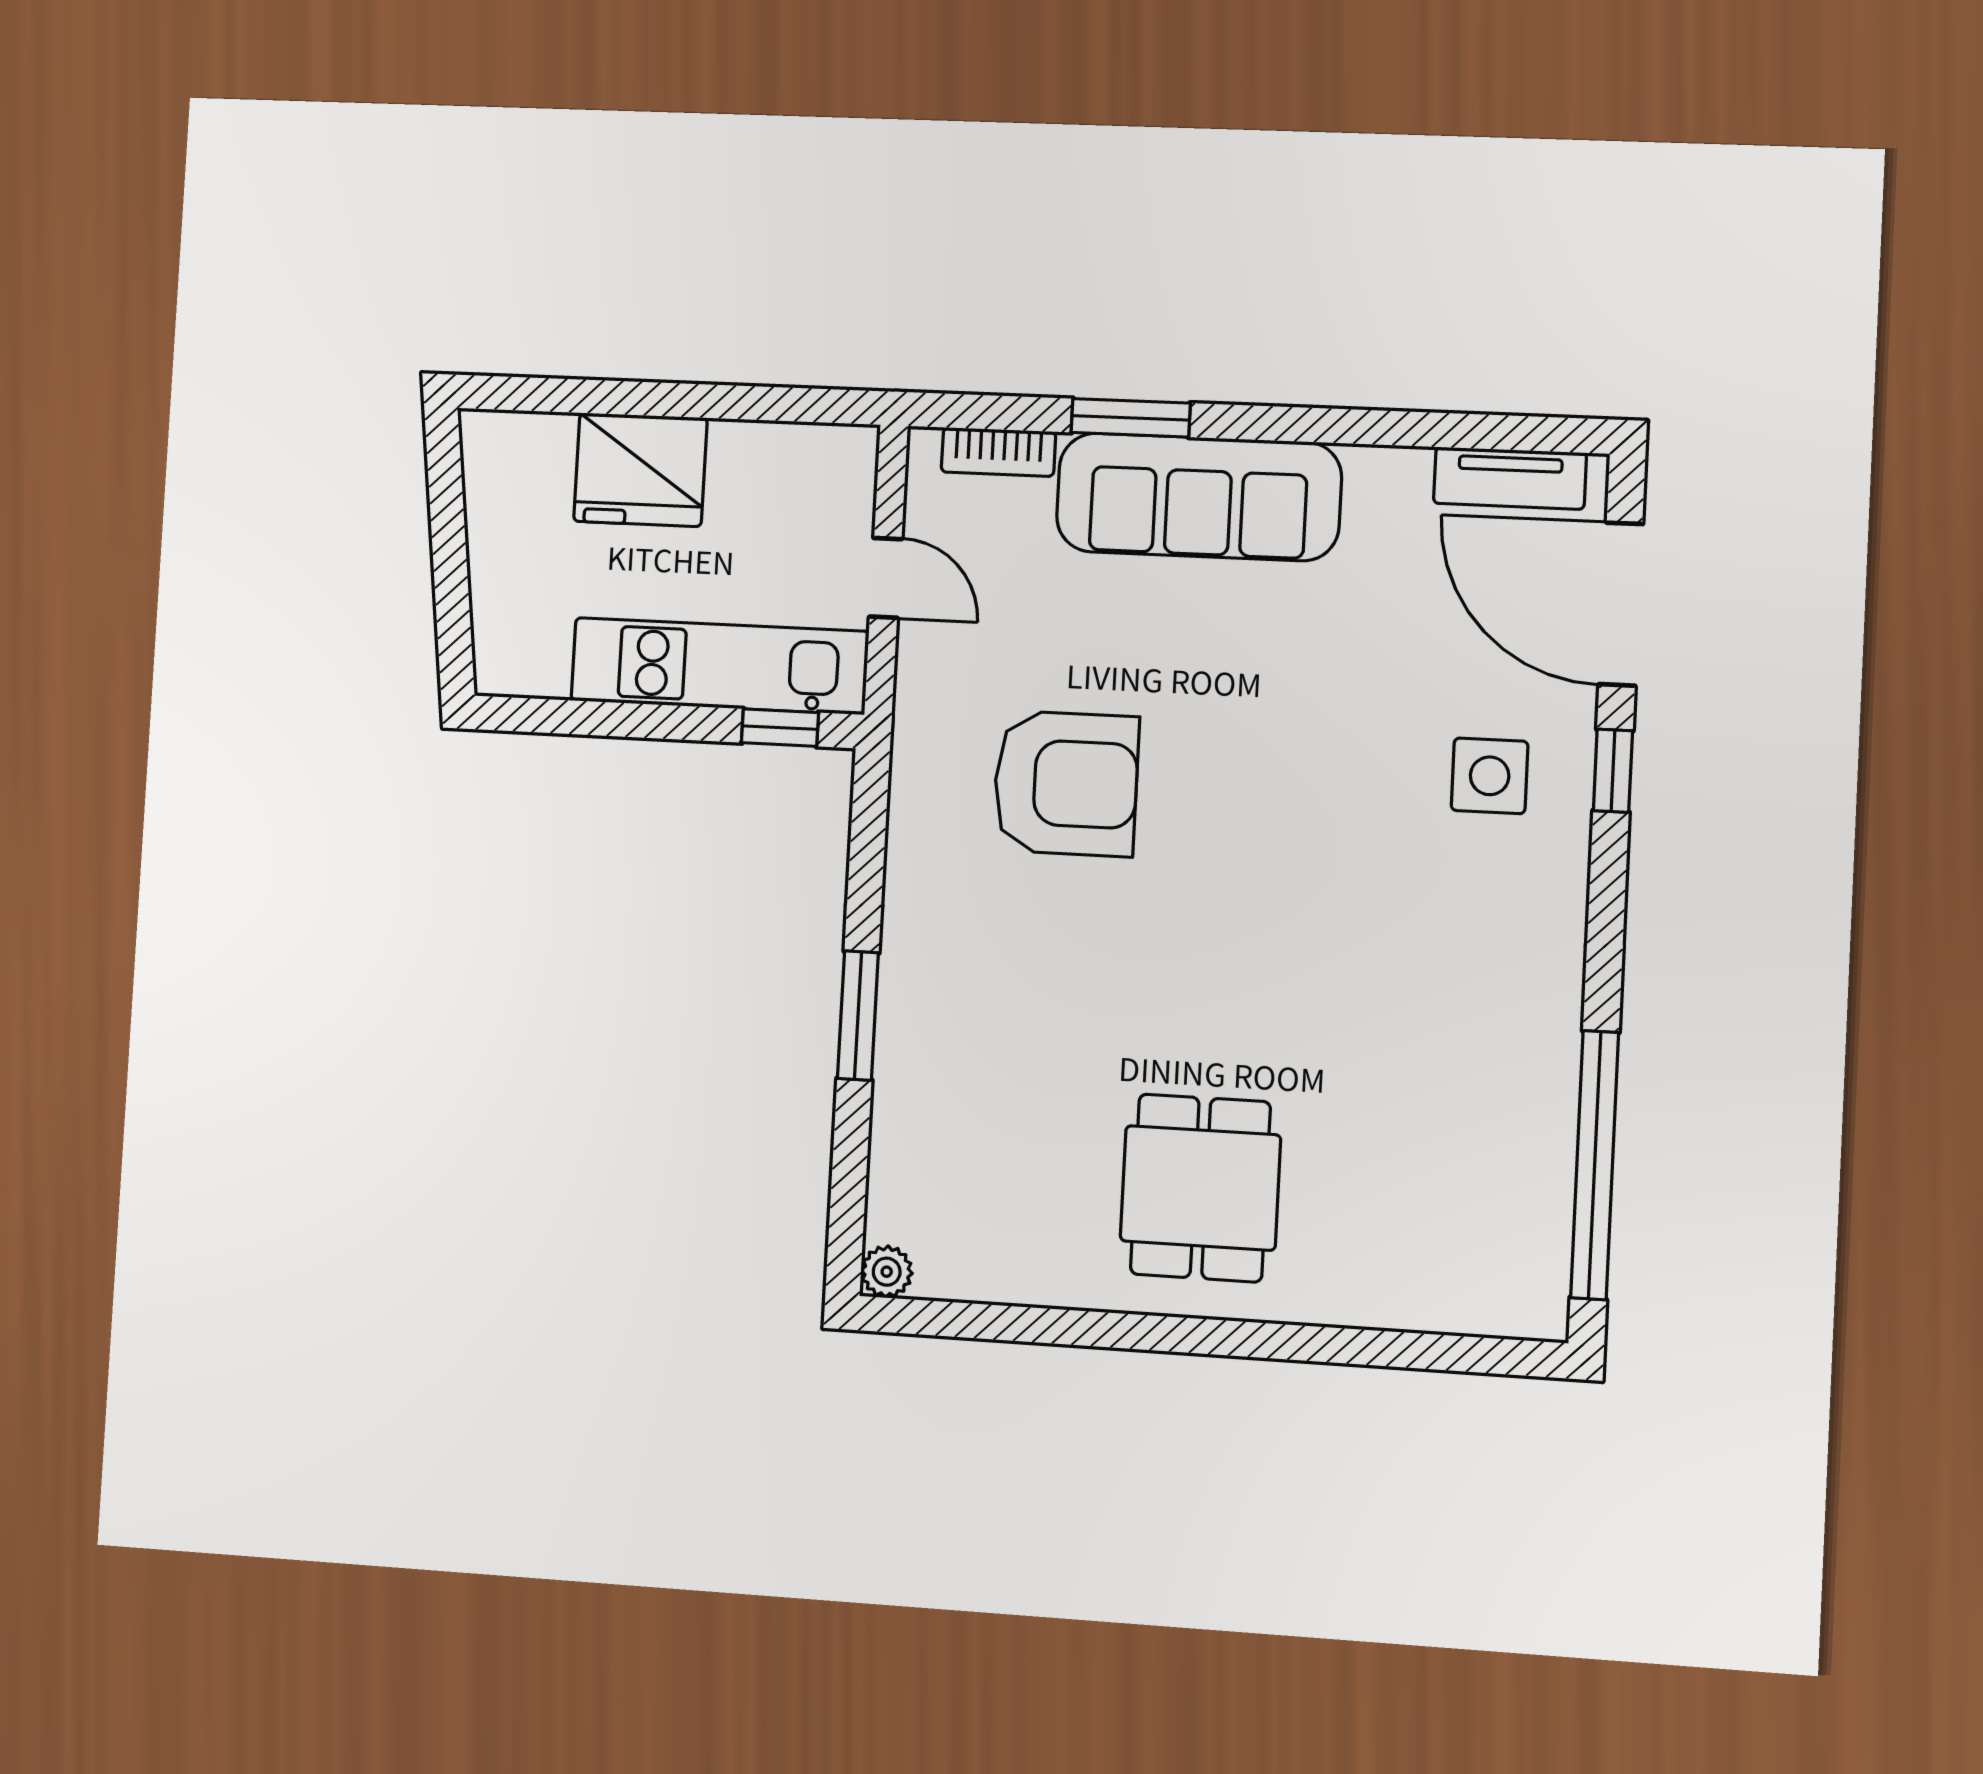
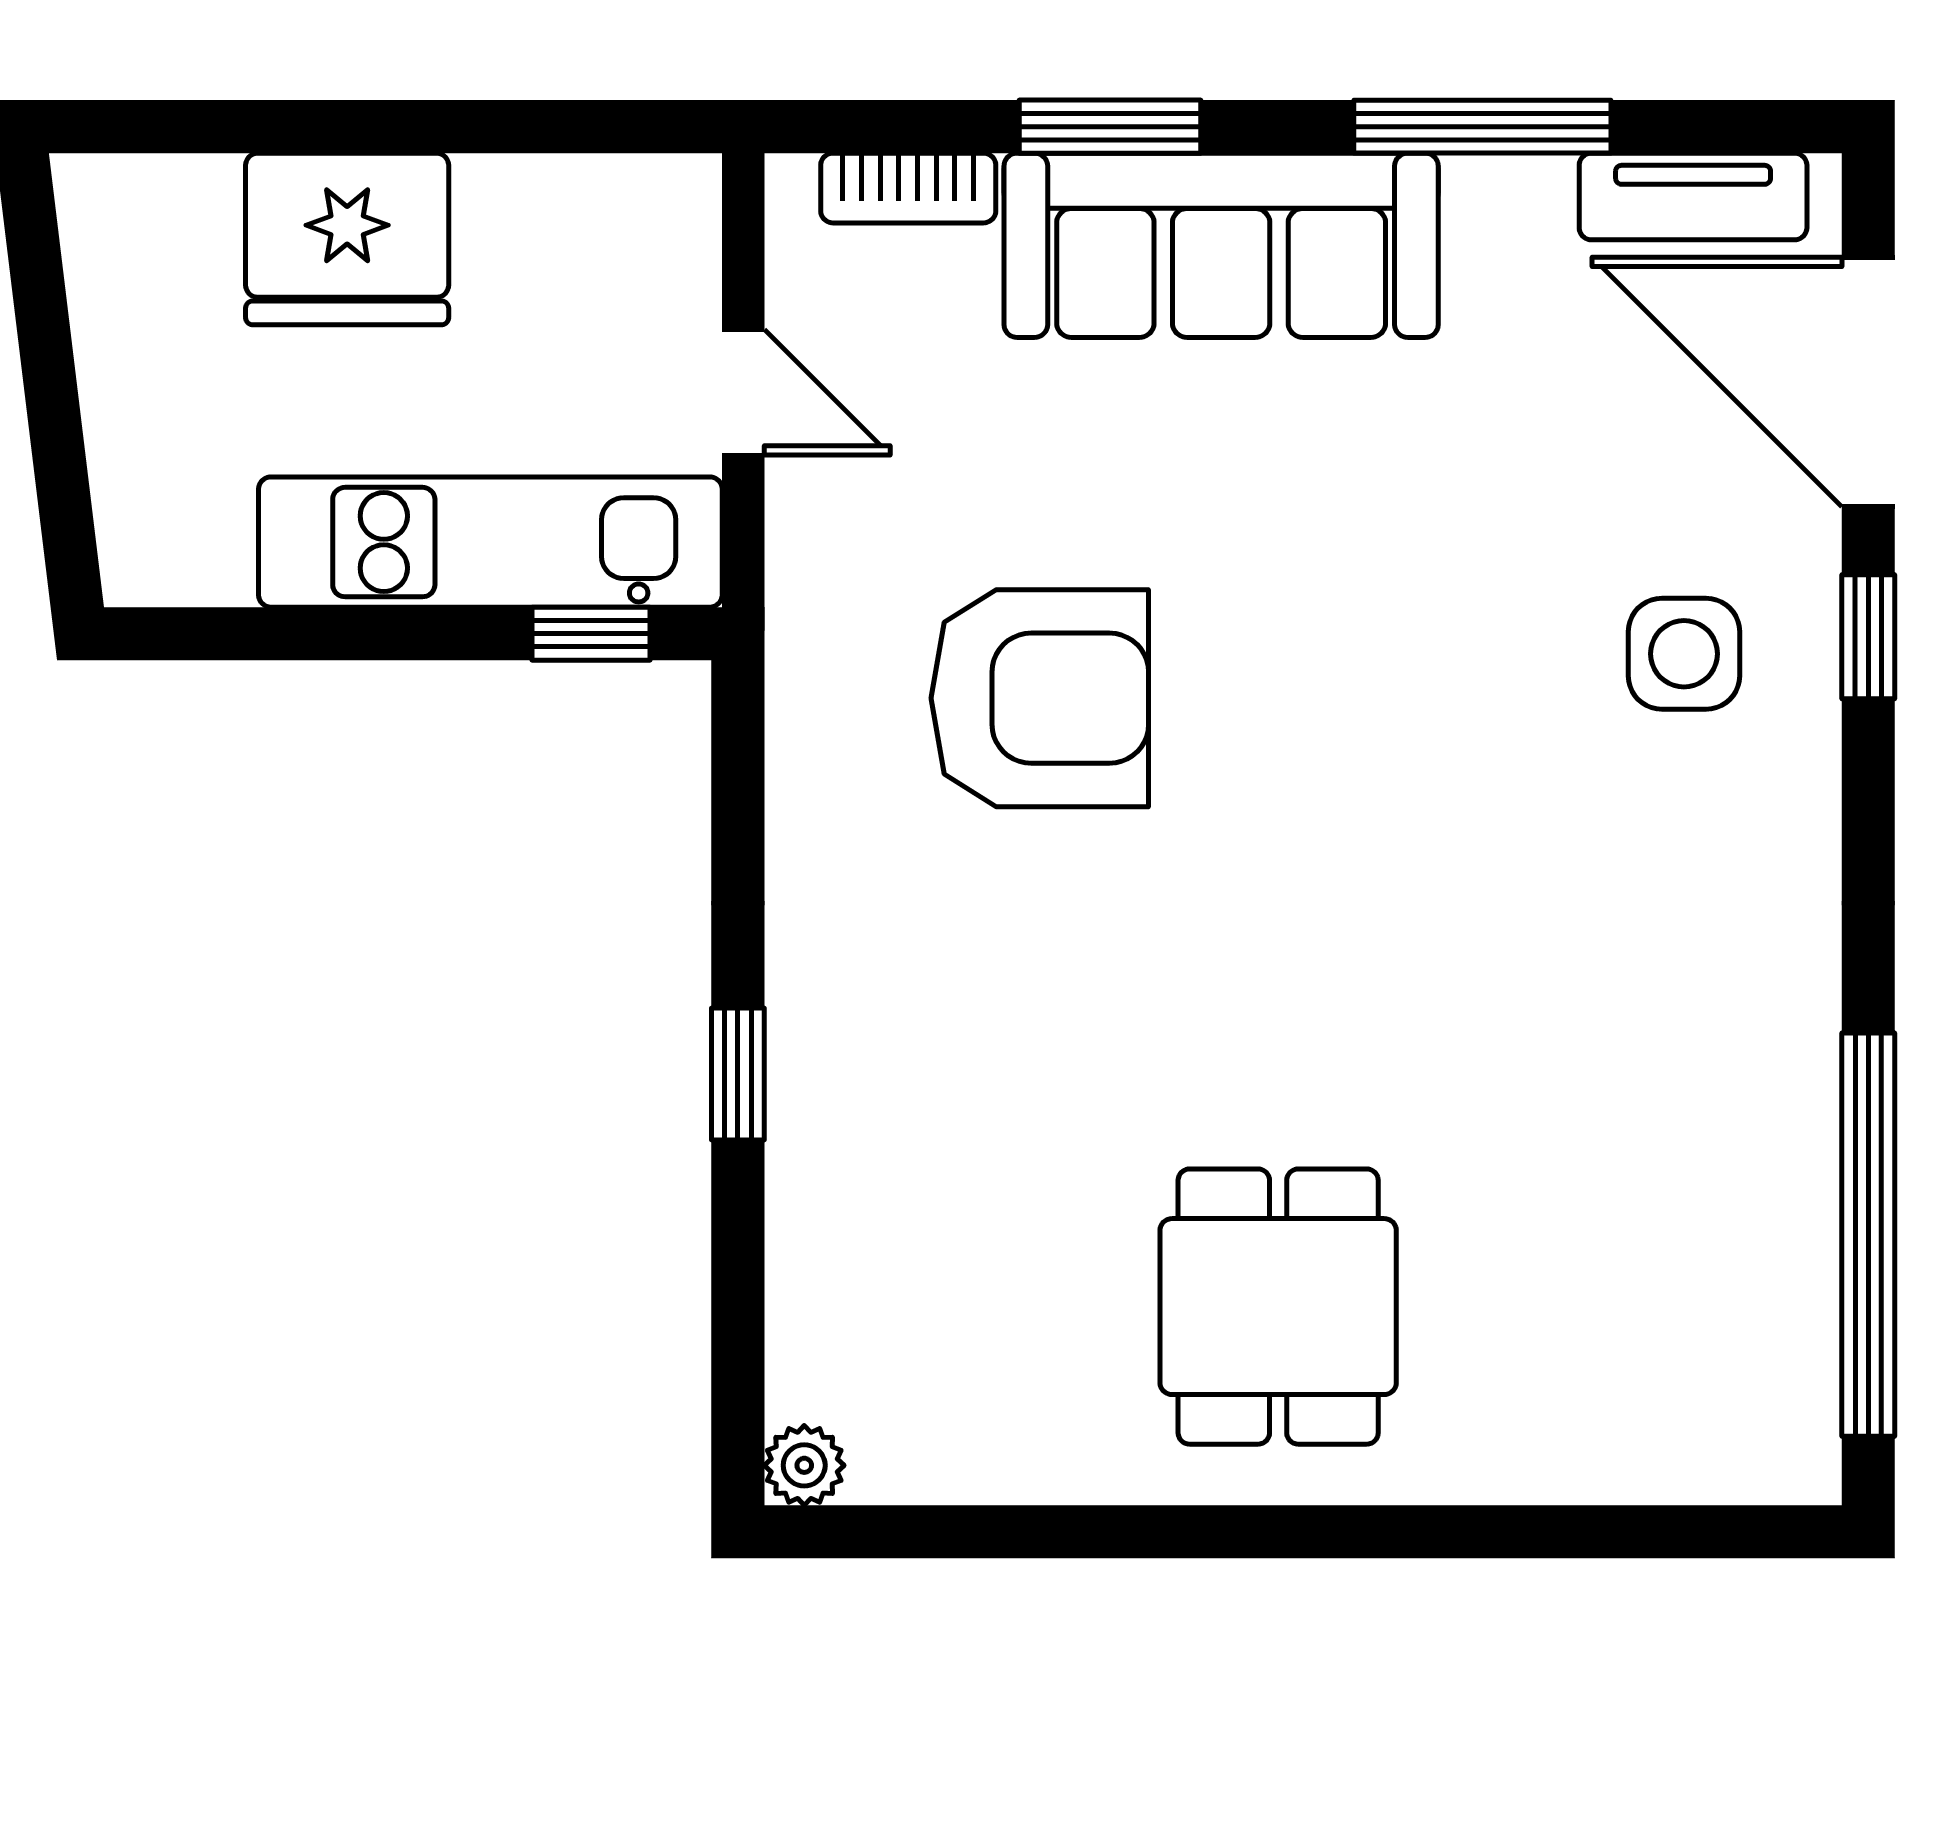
window: (1373, 427) -> (1482, 127), added
window: (858, 1016) -> (738, 1074), width x0.67

